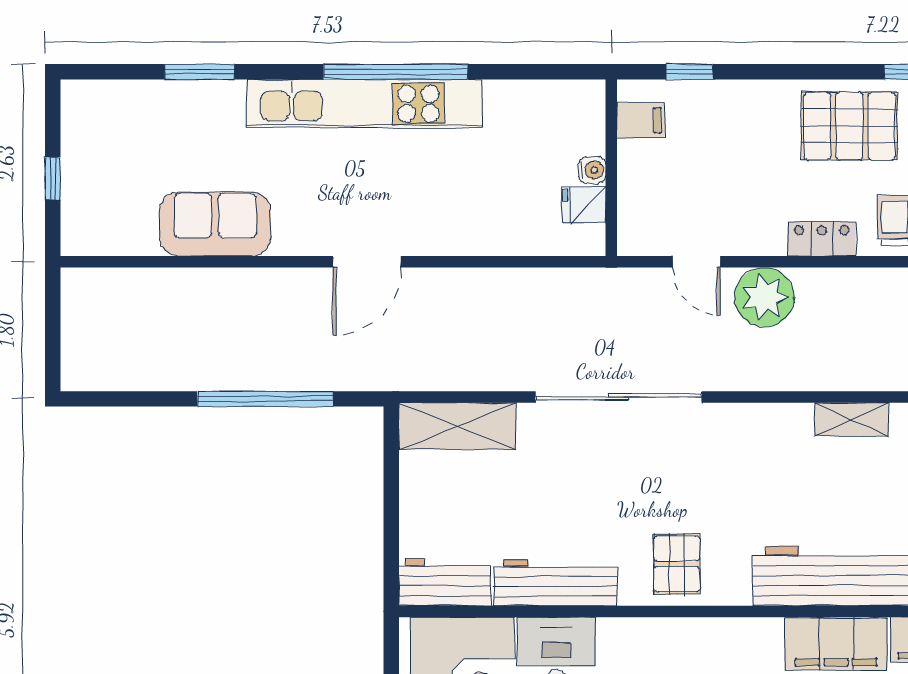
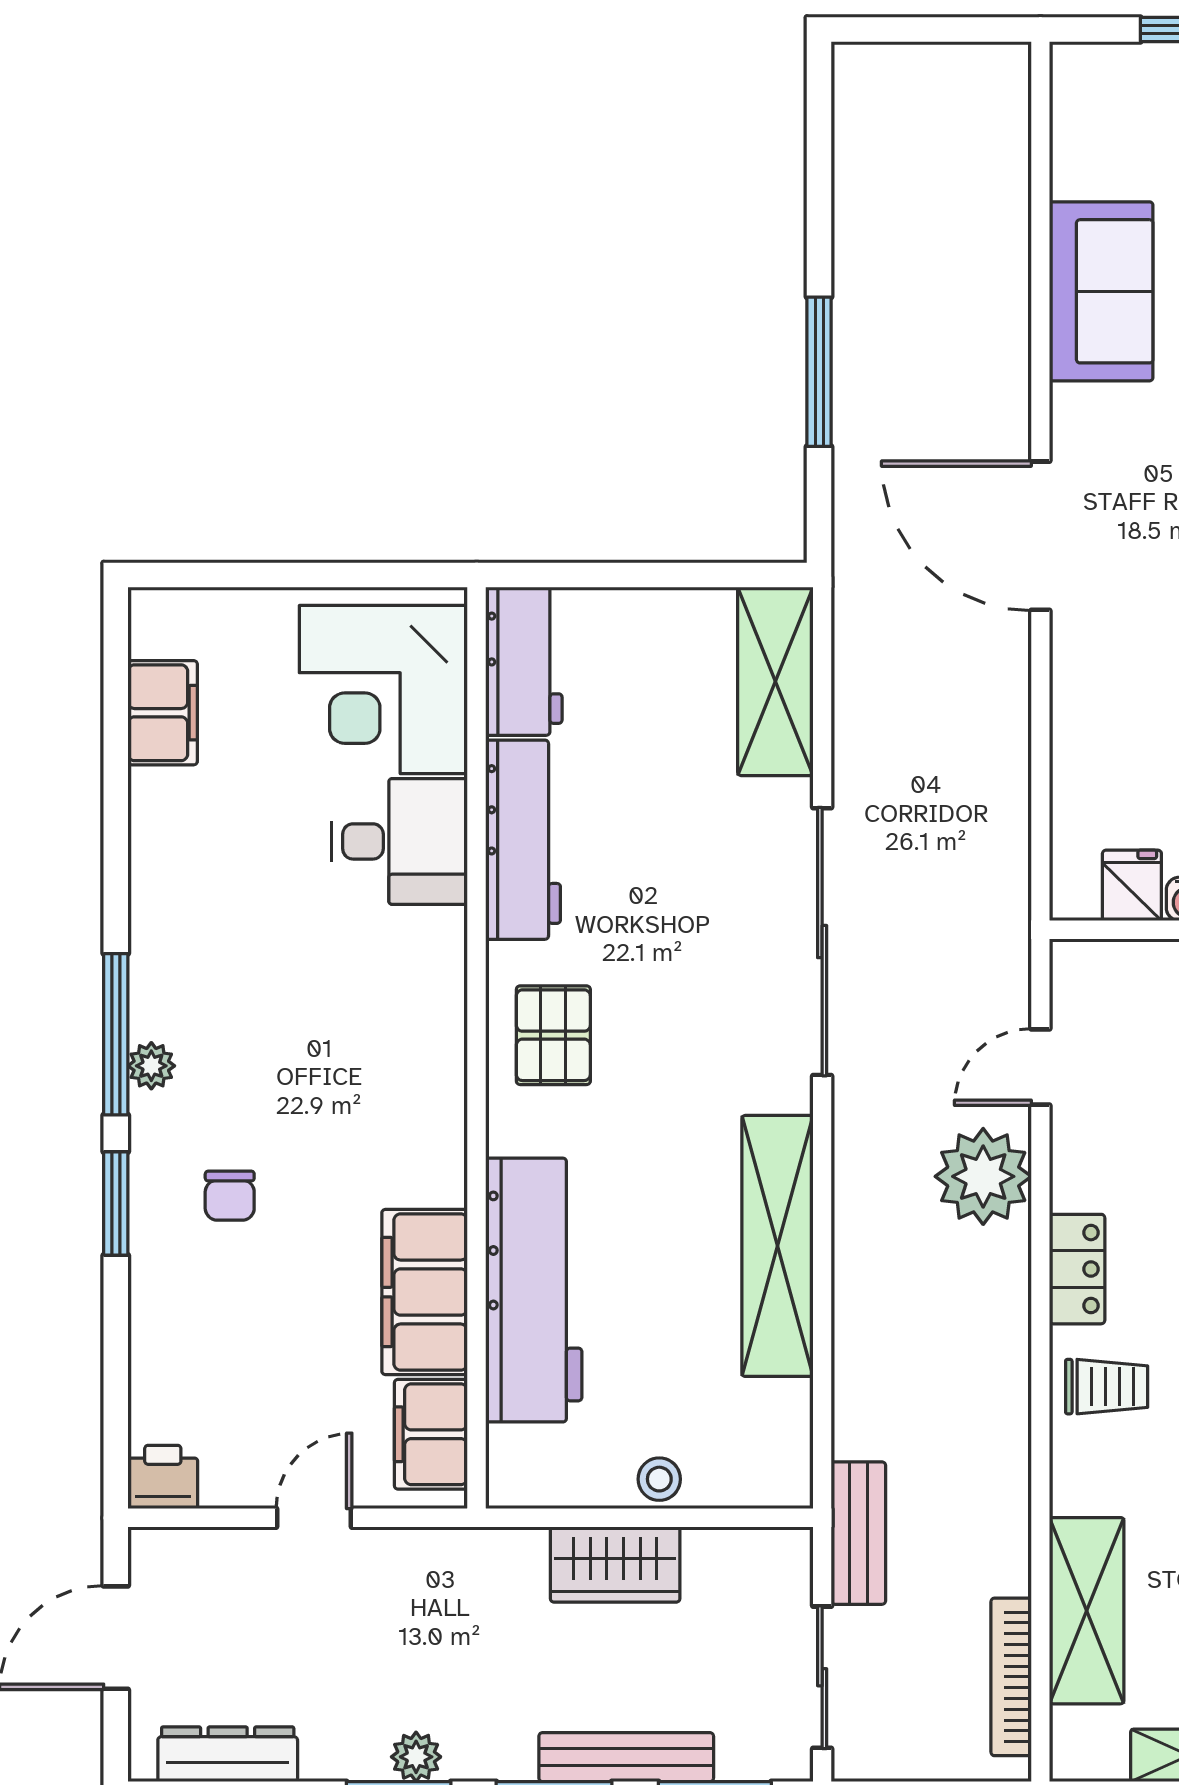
door: (367, 262) -> (1040, 536), width x1.36
window: (265, 399) -> (819, 372), width x0.68
shelving: (852, 419) -> (777, 1246), width x2.20, depth x1.33
pallet: (677, 564) -> (553, 1035), turned 90

